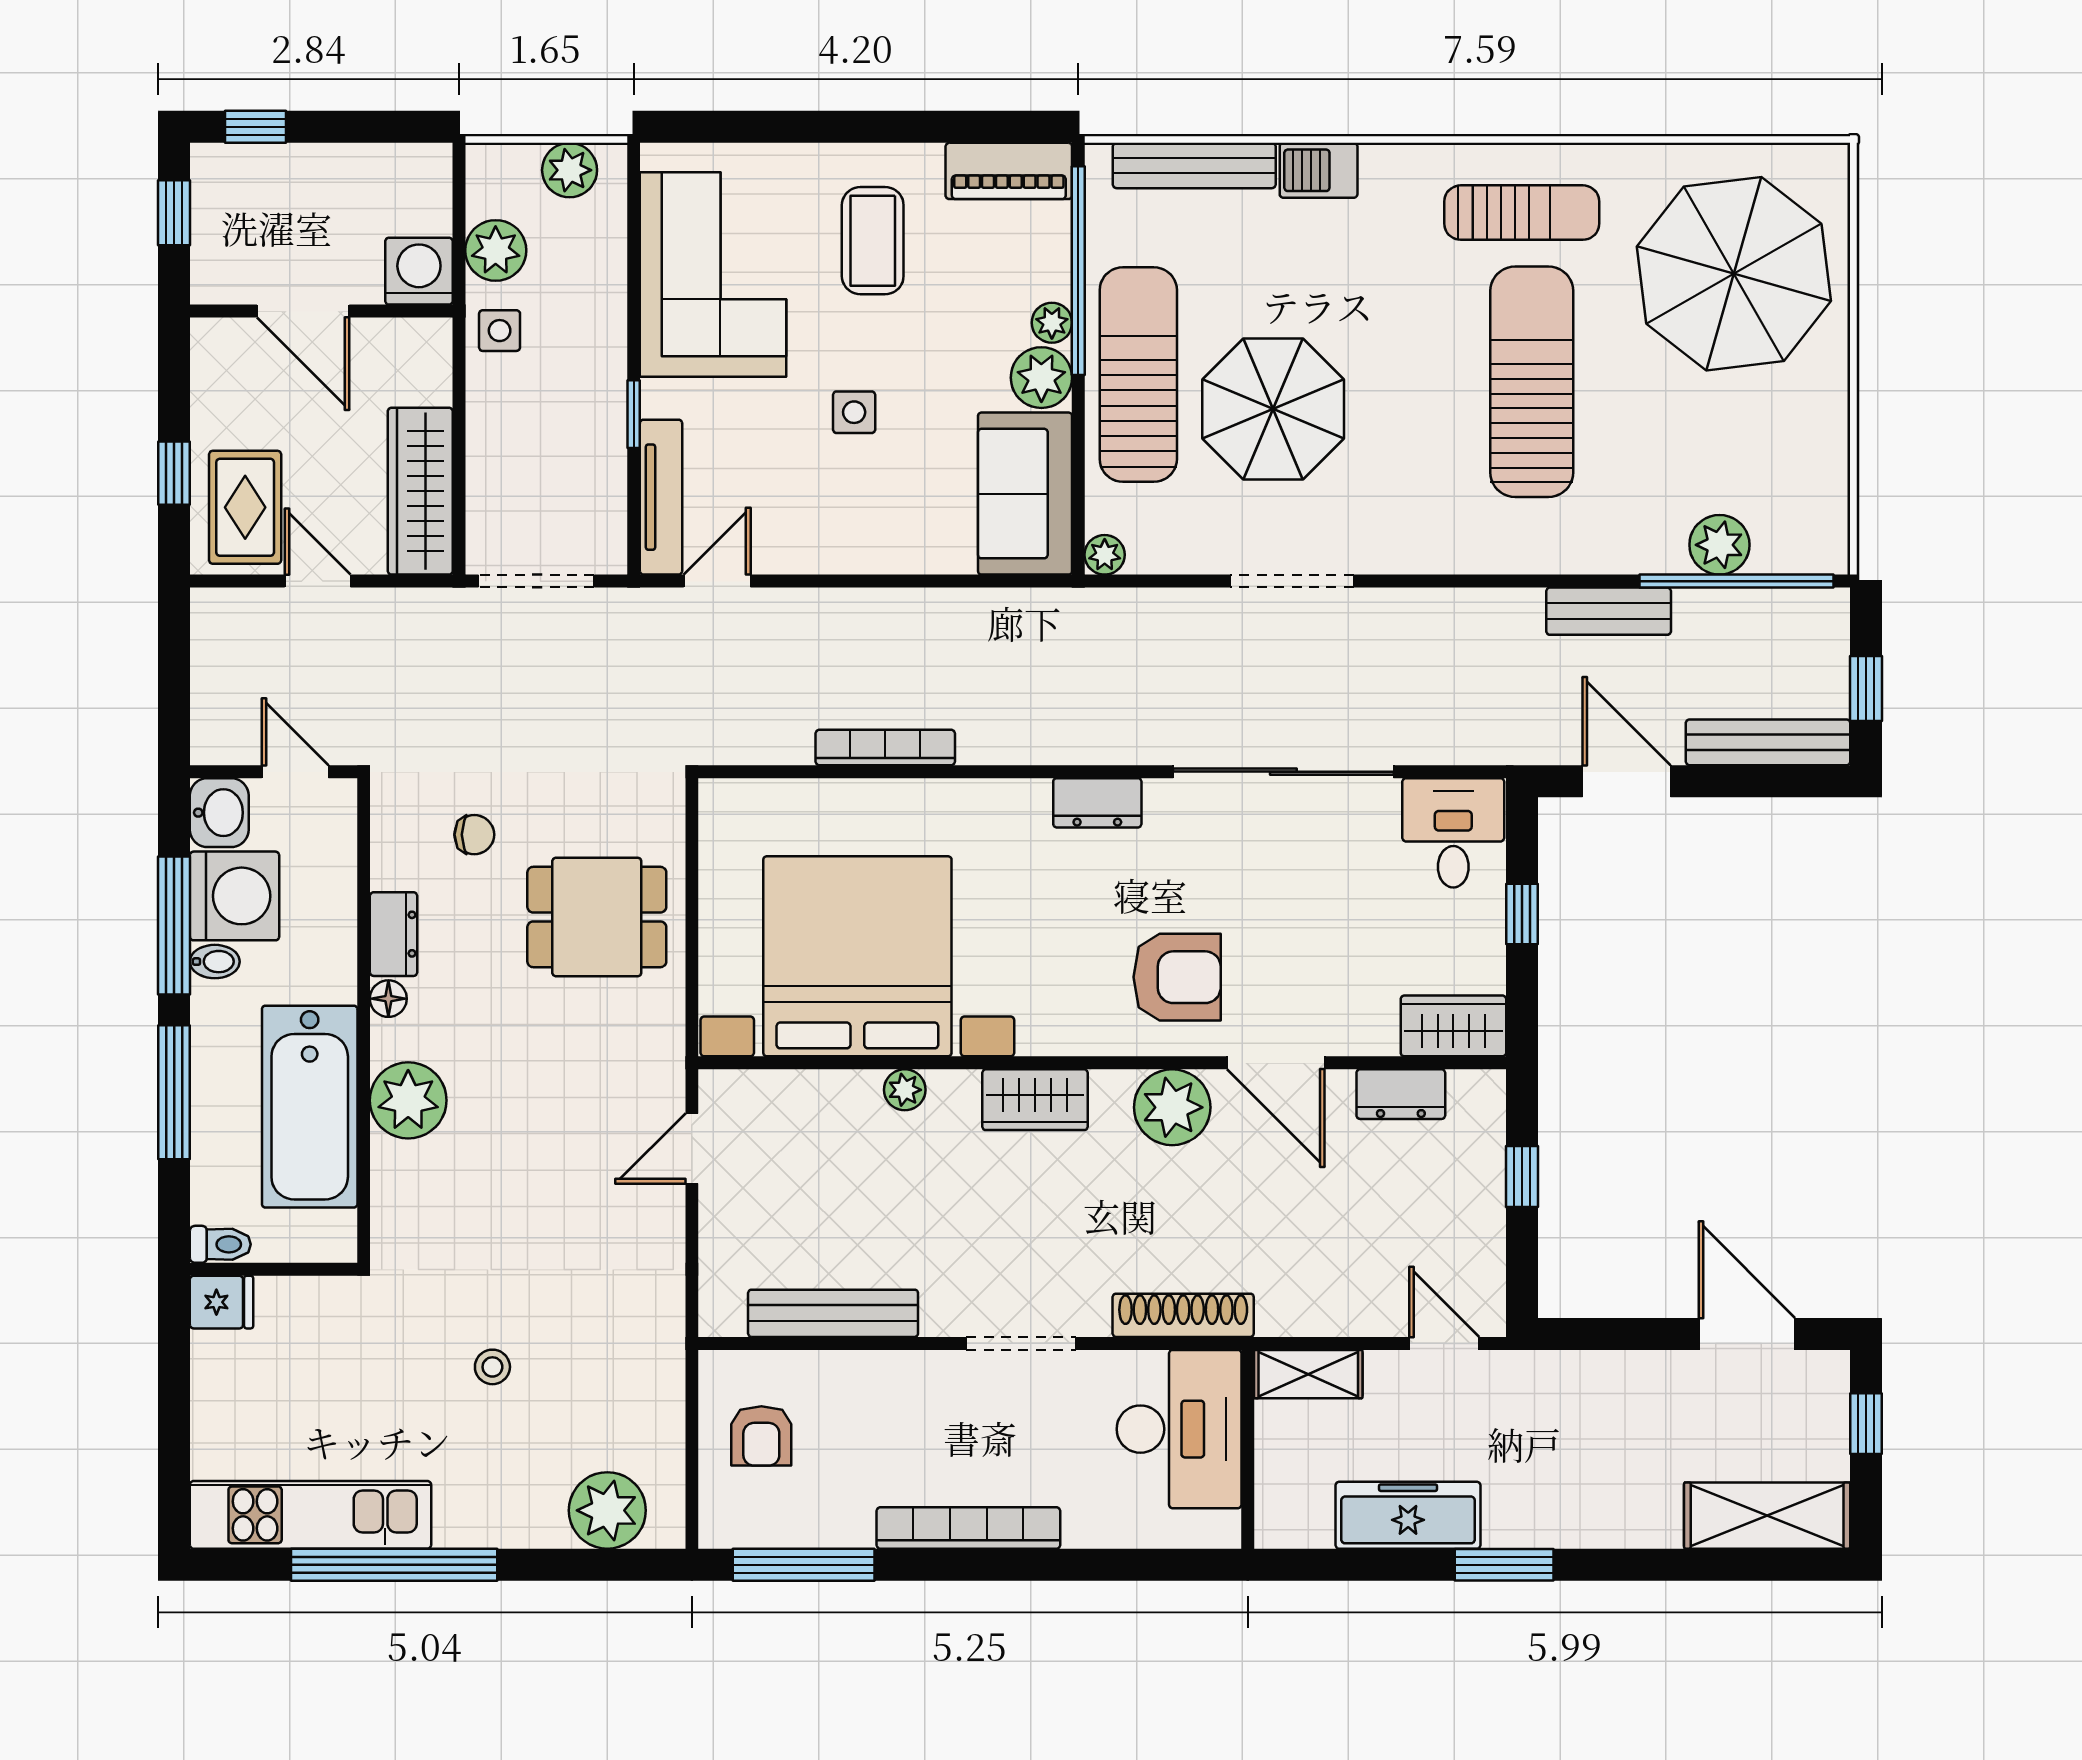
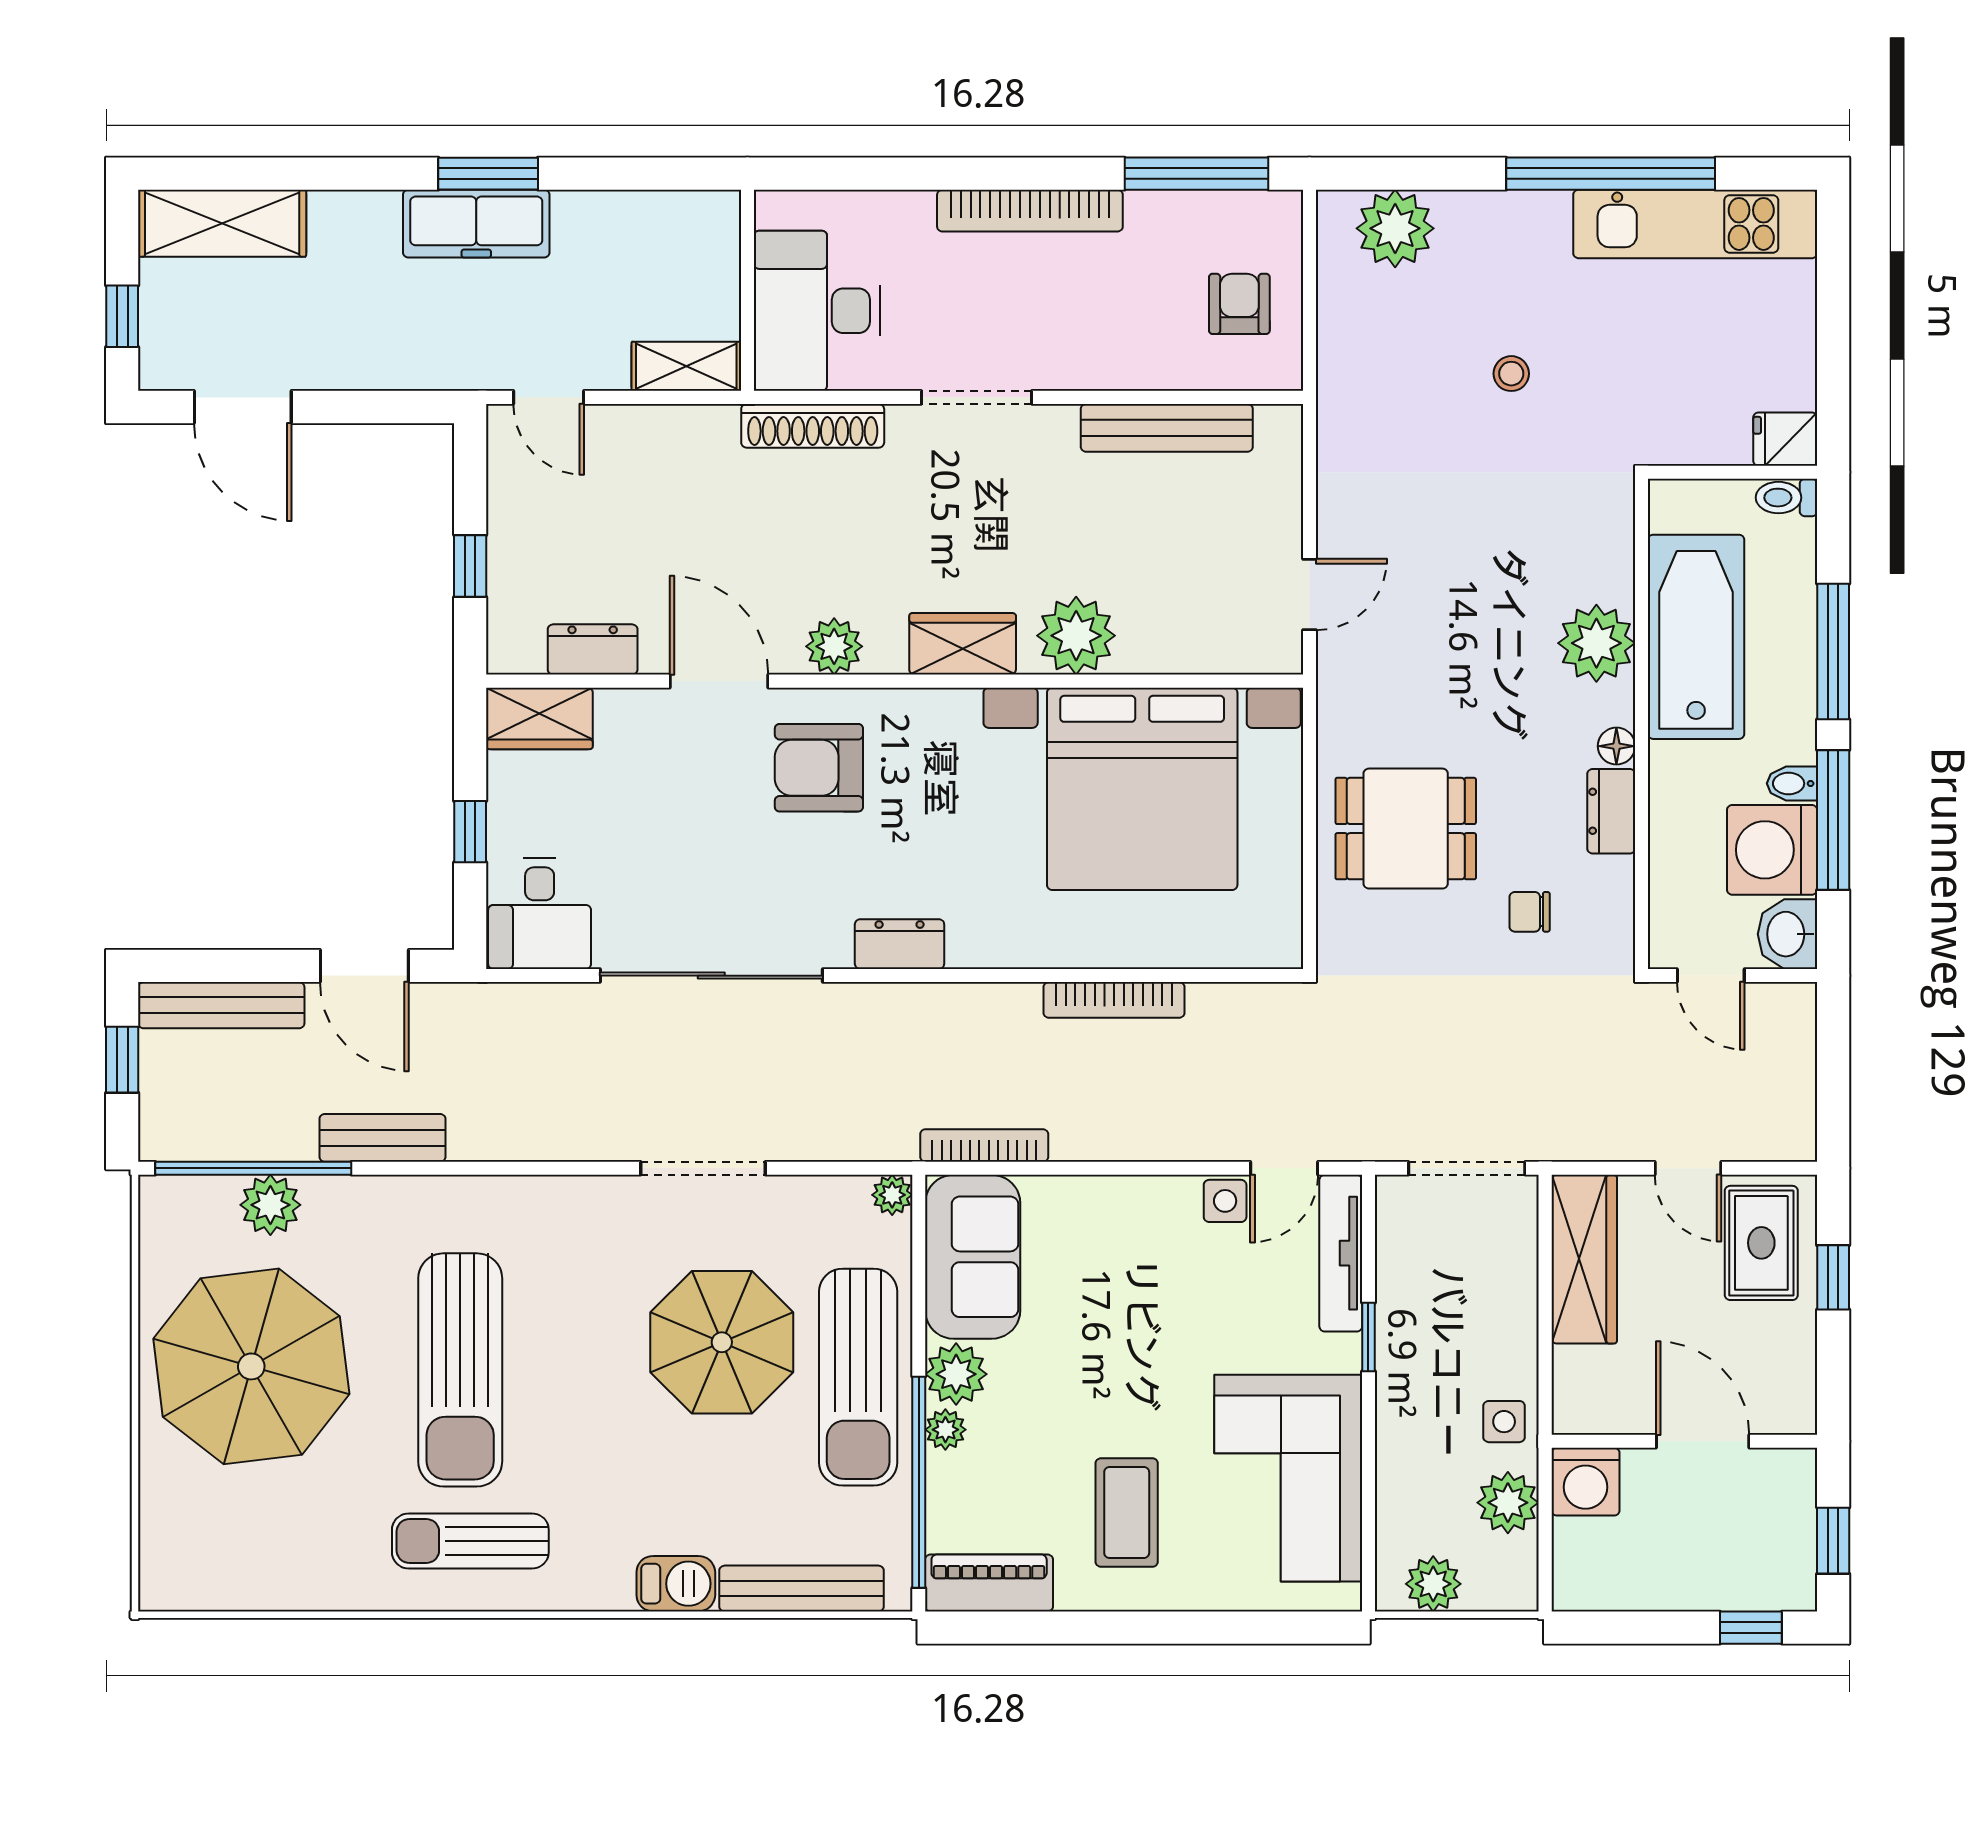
parasol: (1734, 274) -> (251, 1366), moved
side table: (854, 412) -> (1225, 1201), moved
bookcase: (1014, 604) -> (984, 1145), added
plant: (905, 1090) -> (1076, 636), width x1.87, depth x1.87
plant: (1172, 1107) -> (834, 646), width x0.73, depth x0.73
freezer: (1408, 1515) -> (476, 224), moved

